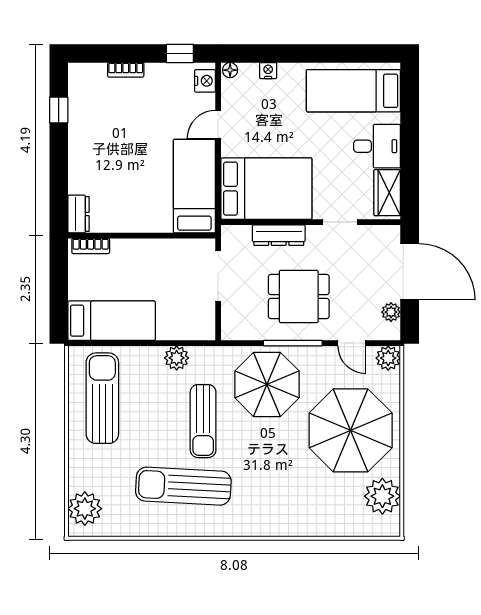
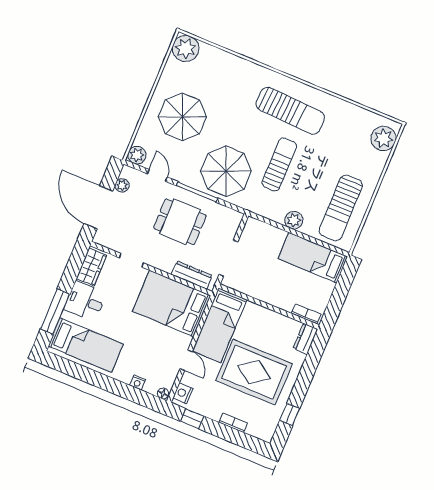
window: (410, 117) -> (55, 312), added
door: (218, 124) -> (186, 360), hinge flipped
rug: (126, 145) -> (254, 372), added
dresser: (279, 235) -> (192, 275), moved
plant: (177, 358) -> (294, 220), moved
parasol: (351, 430) -> (182, 117), width x0.73, depth x0.73
sun lounger: (183, 486) -> (290, 111), moved
plant: (382, 496) -> (186, 48), moved

